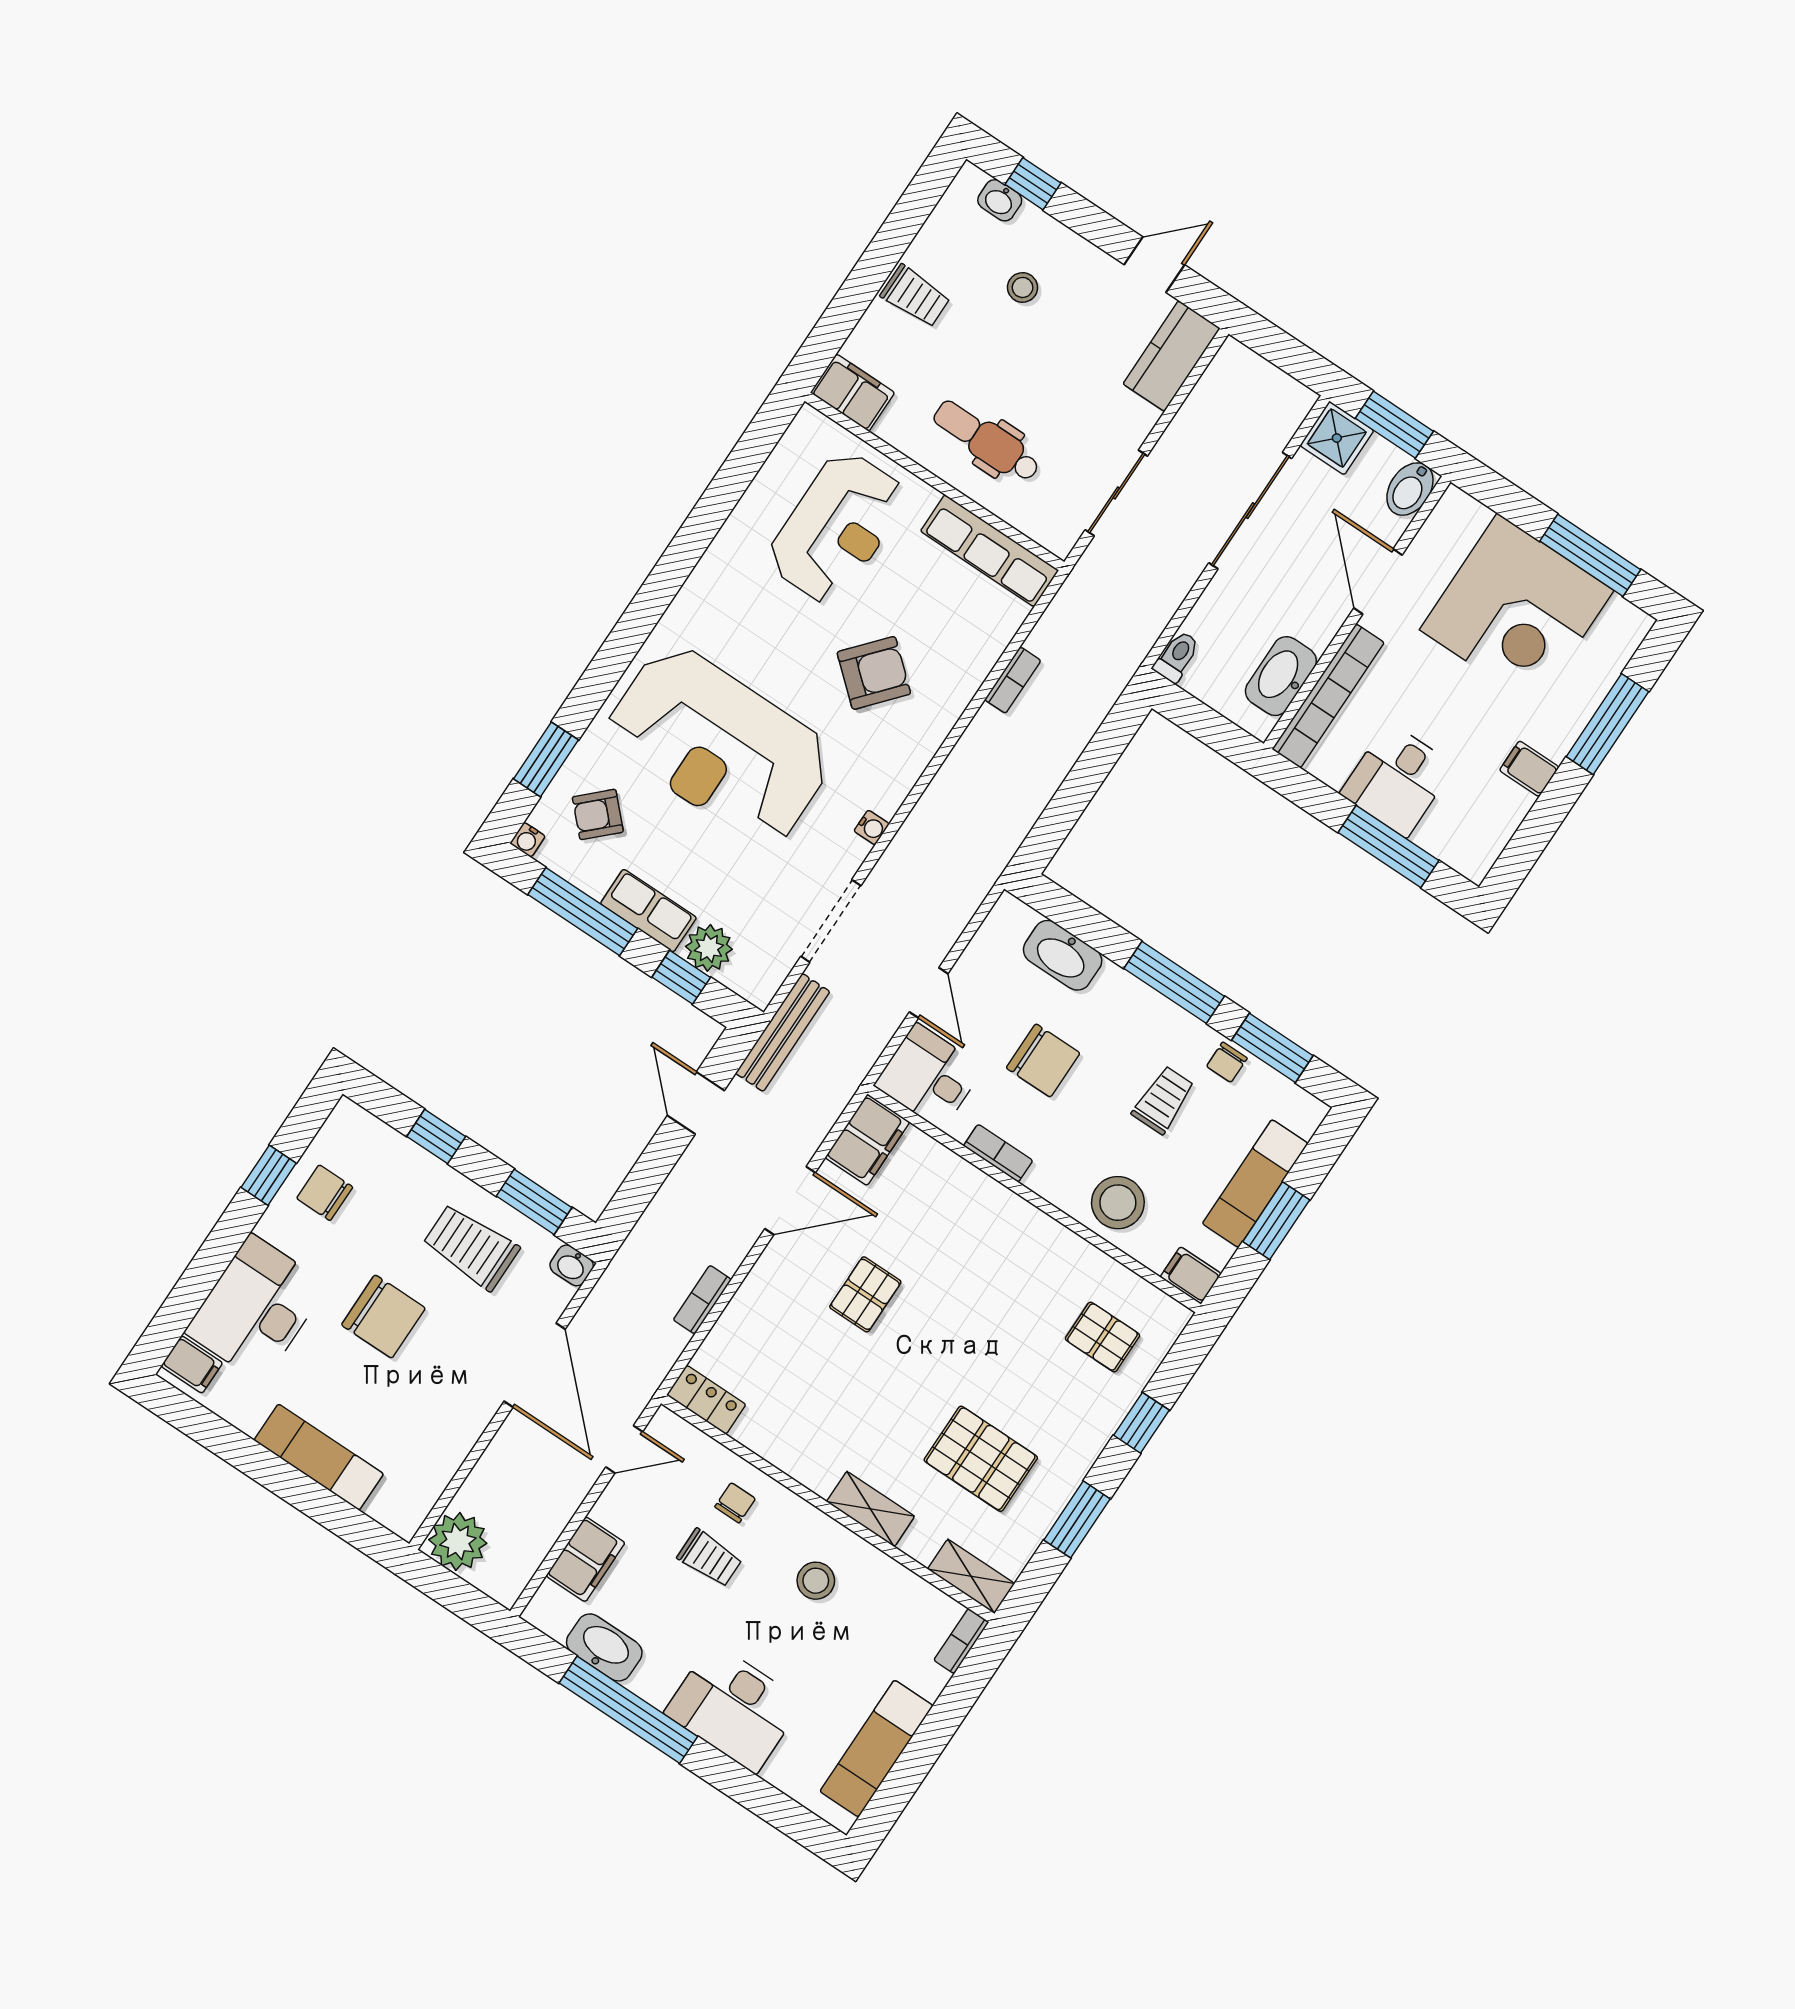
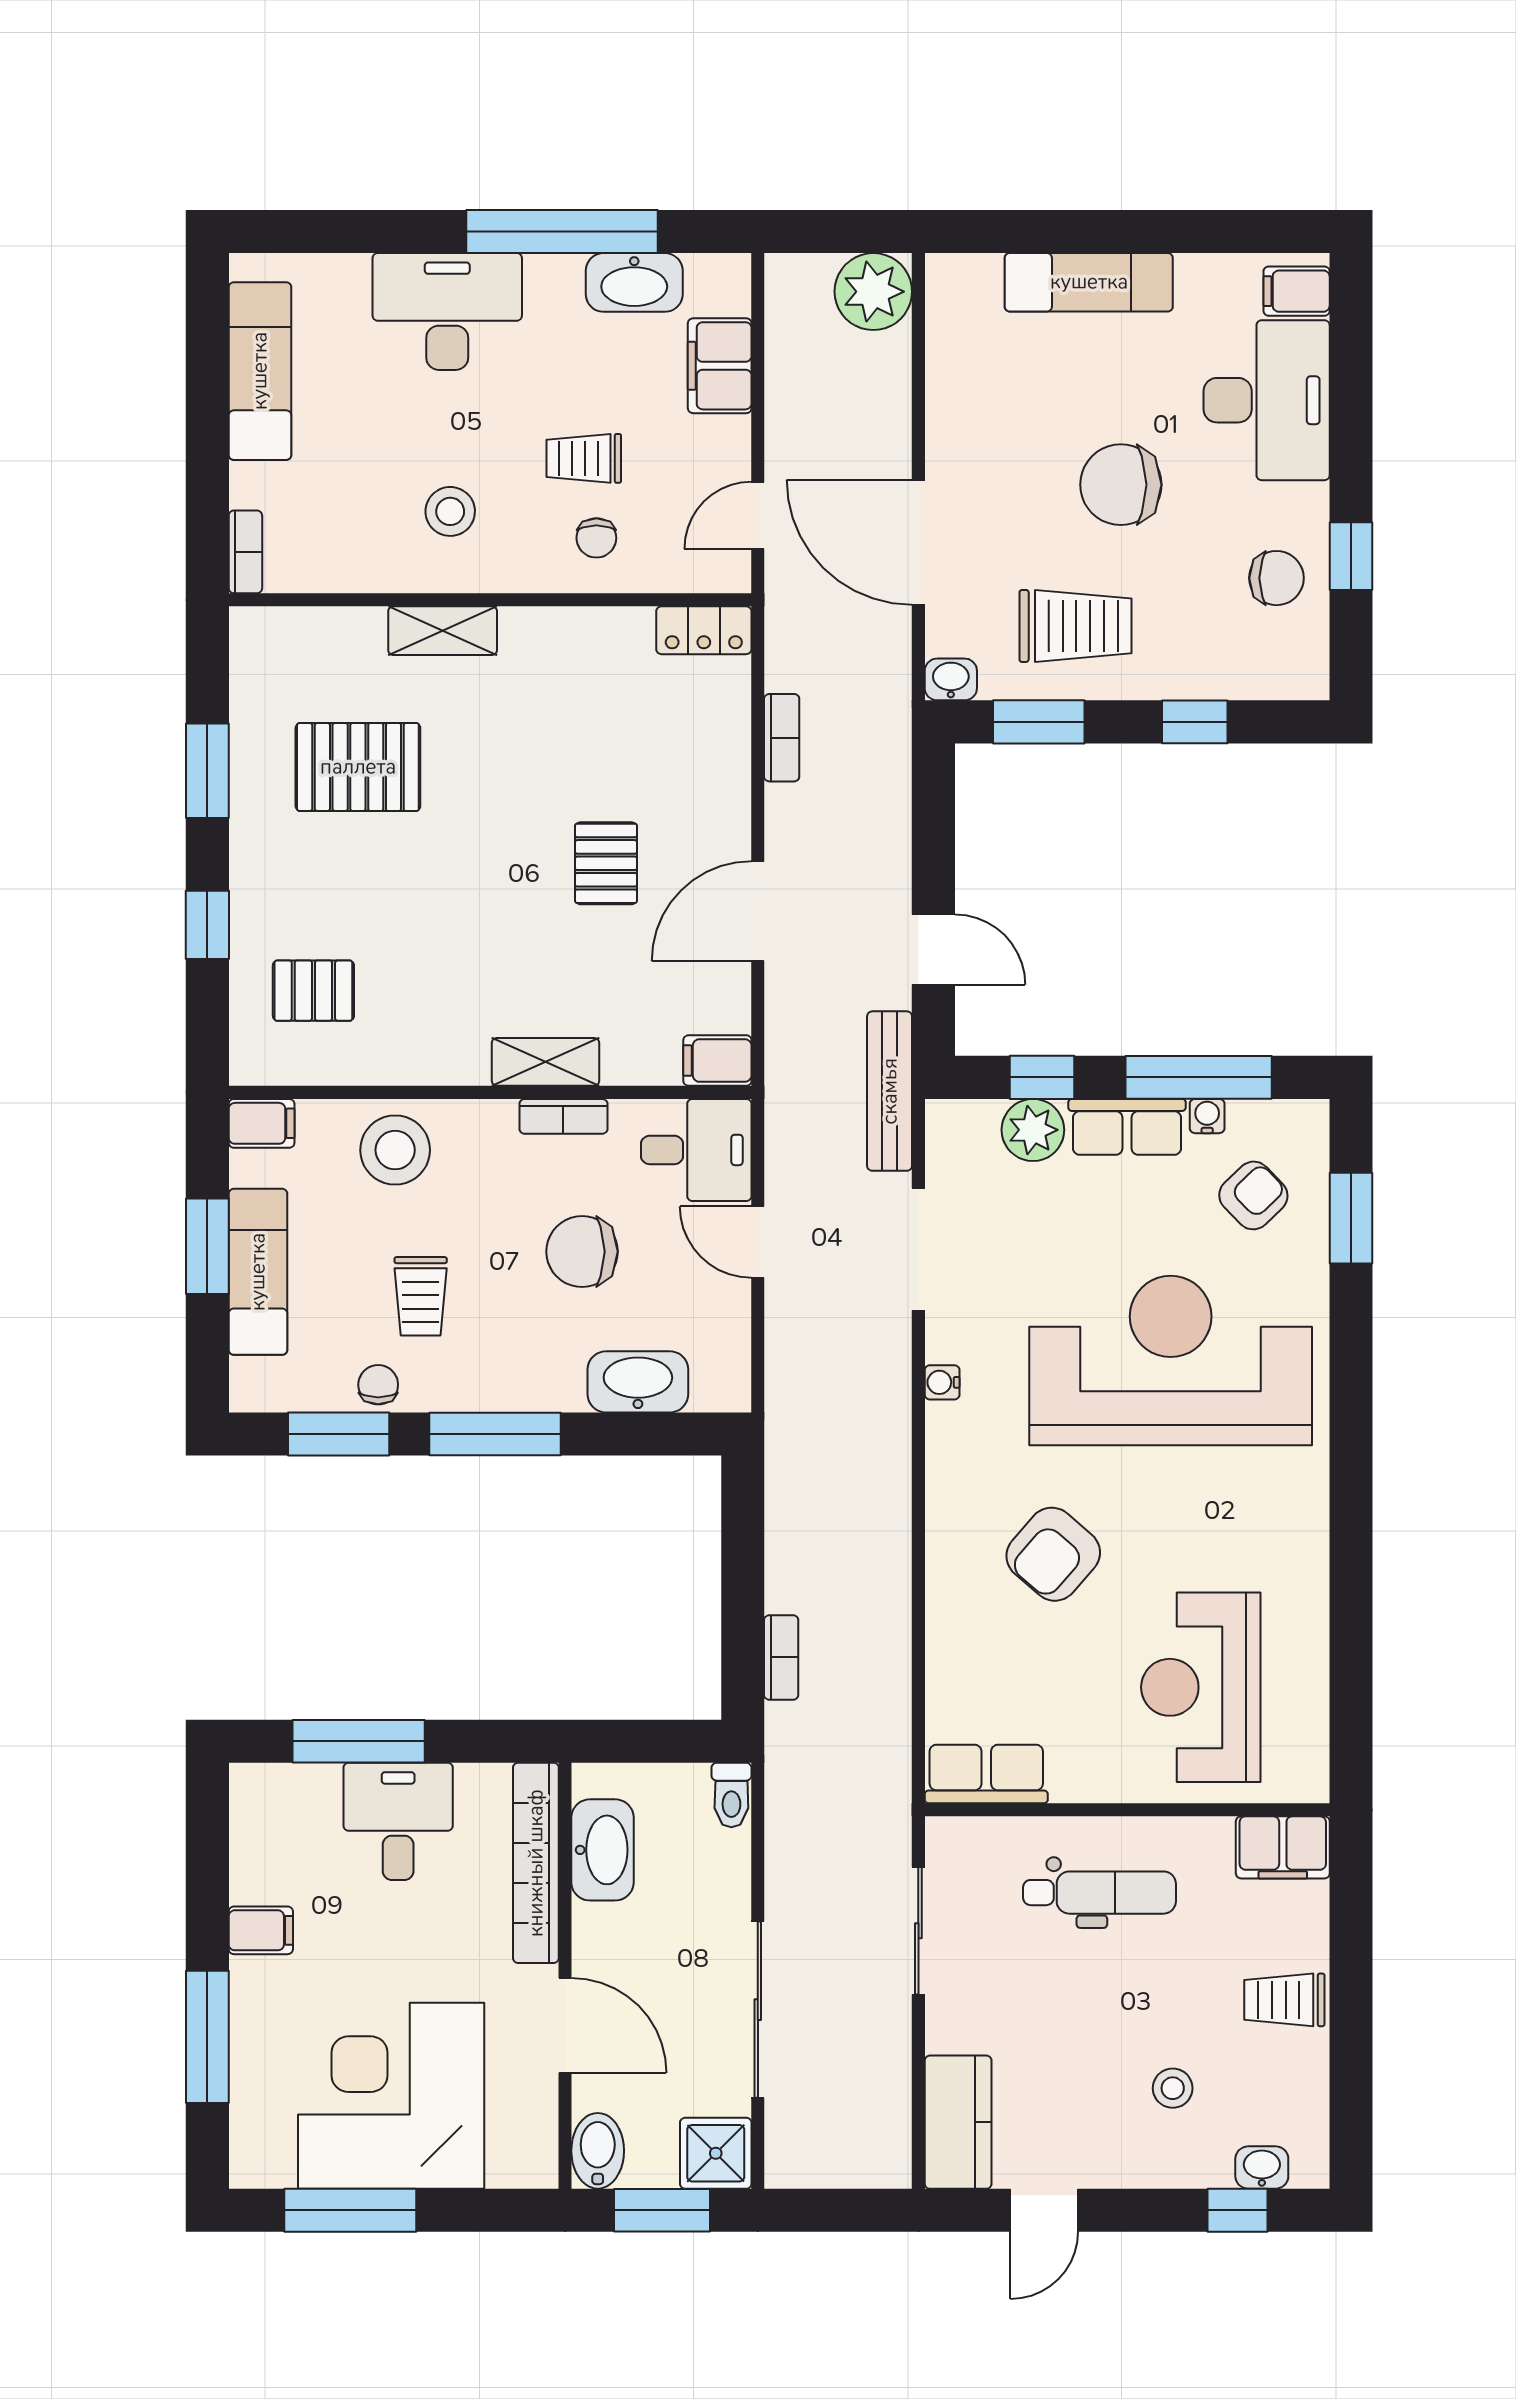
row of seats: (990, 551) -> (986, 1774), width x0.68
bookcase: (1013, 680) -> (781, 1657), moved, turned 180
water cooler: (528, 840) -> (1207, 1116), moved
filing cabinet: (867, 1140) -> (717, 1060), width x0.50
shelving: (971, 1576) -> (545, 1062), moved

